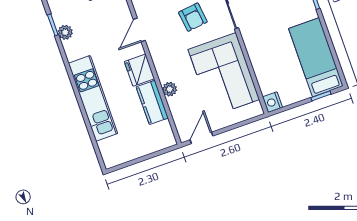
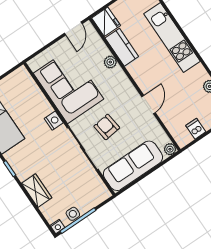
fridge: (139, 70) -> (106, 22), moved
nightstand: (273, 102) -> (54, 121), moved

